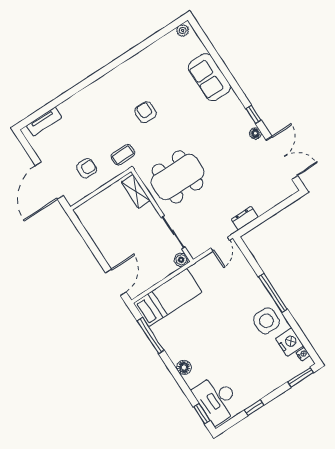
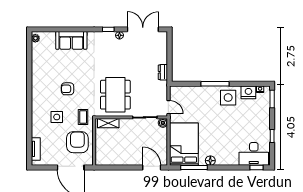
side table: (101, 122) -> (57, 117), added
armchair: (87, 168) -> (77, 142), width x1.88, depth x1.88
door: (220, 244) -> (168, 107), moved
bed: (168, 298) -> (184, 144), width x1.50
floor lamp: (184, 367) -> (210, 161), moved

